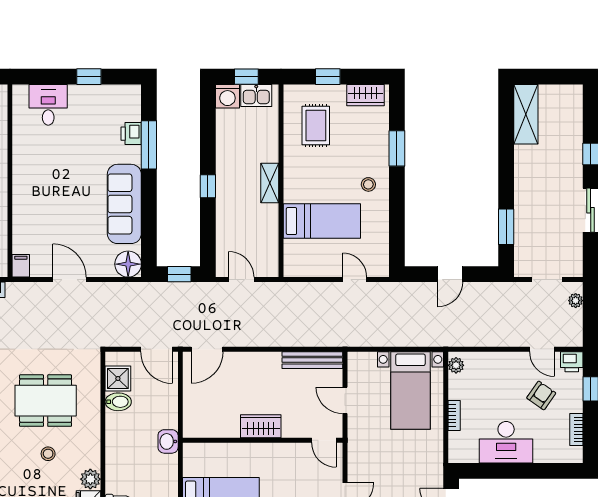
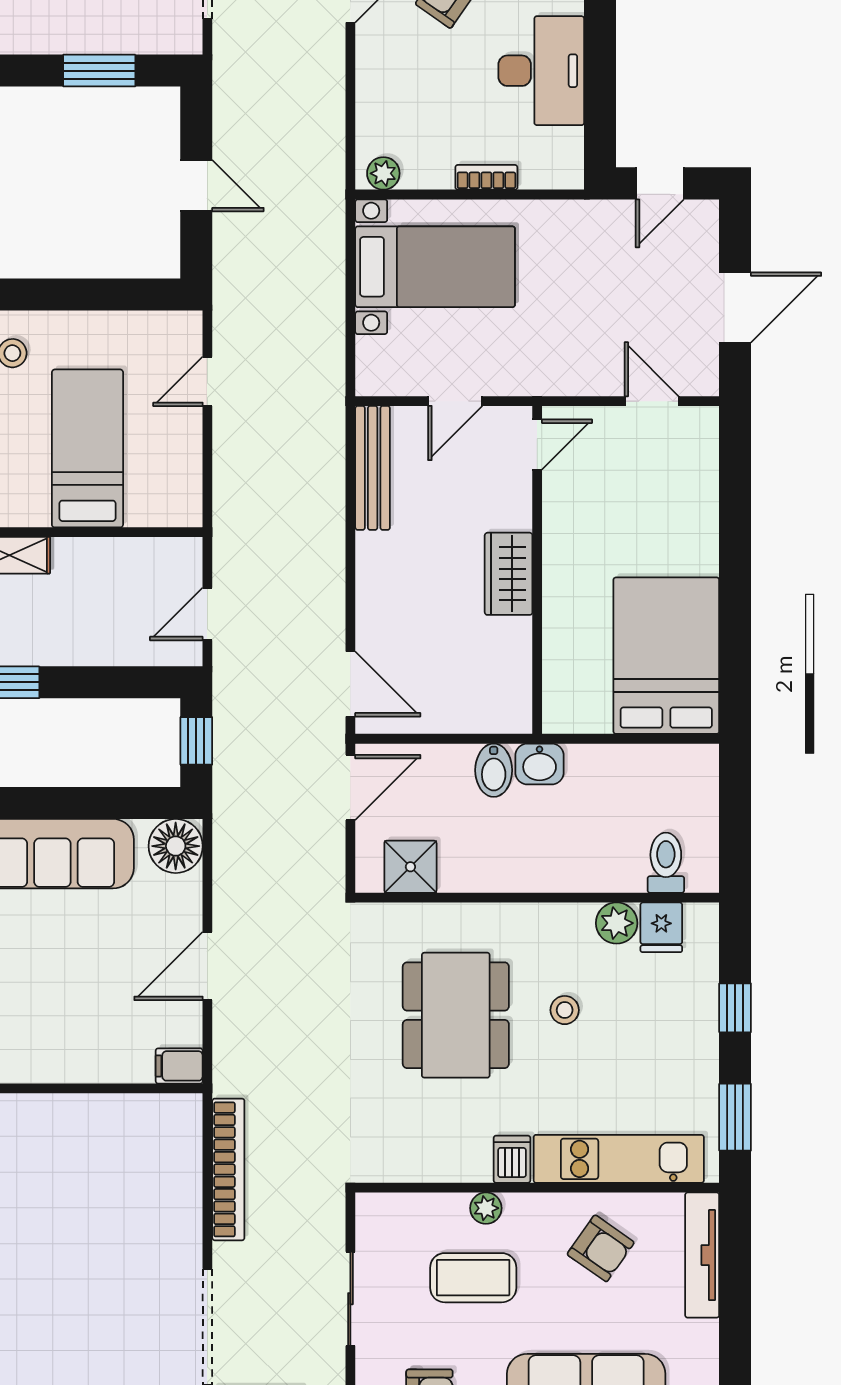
bidet: (118, 402) -> (494, 770), moved, turned 180

